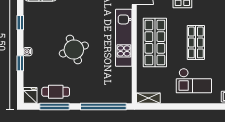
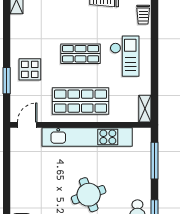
kitchen unit: (124, 38) -> (87, 137), width x1.36
window: (103, 106) -> (154, 161), width x0.68

